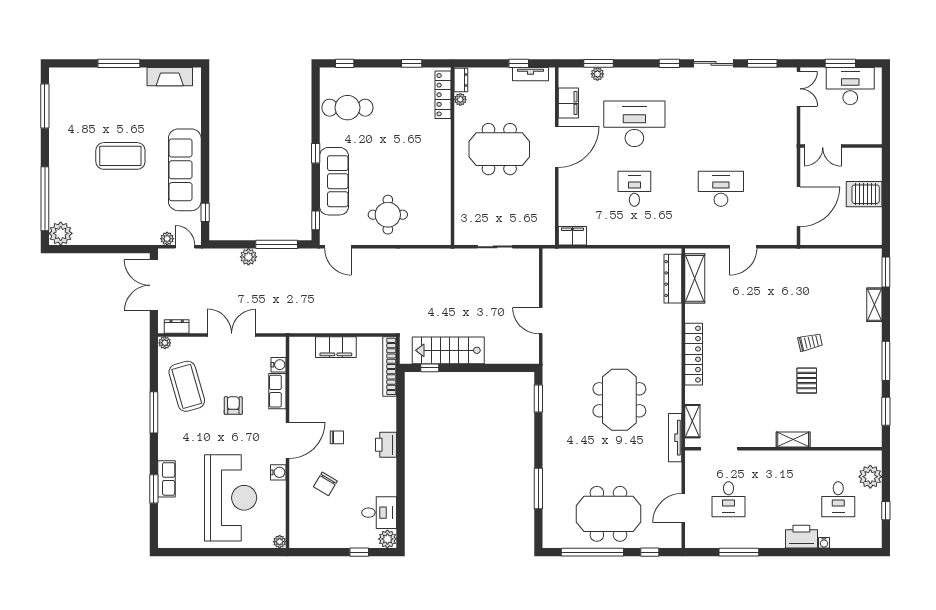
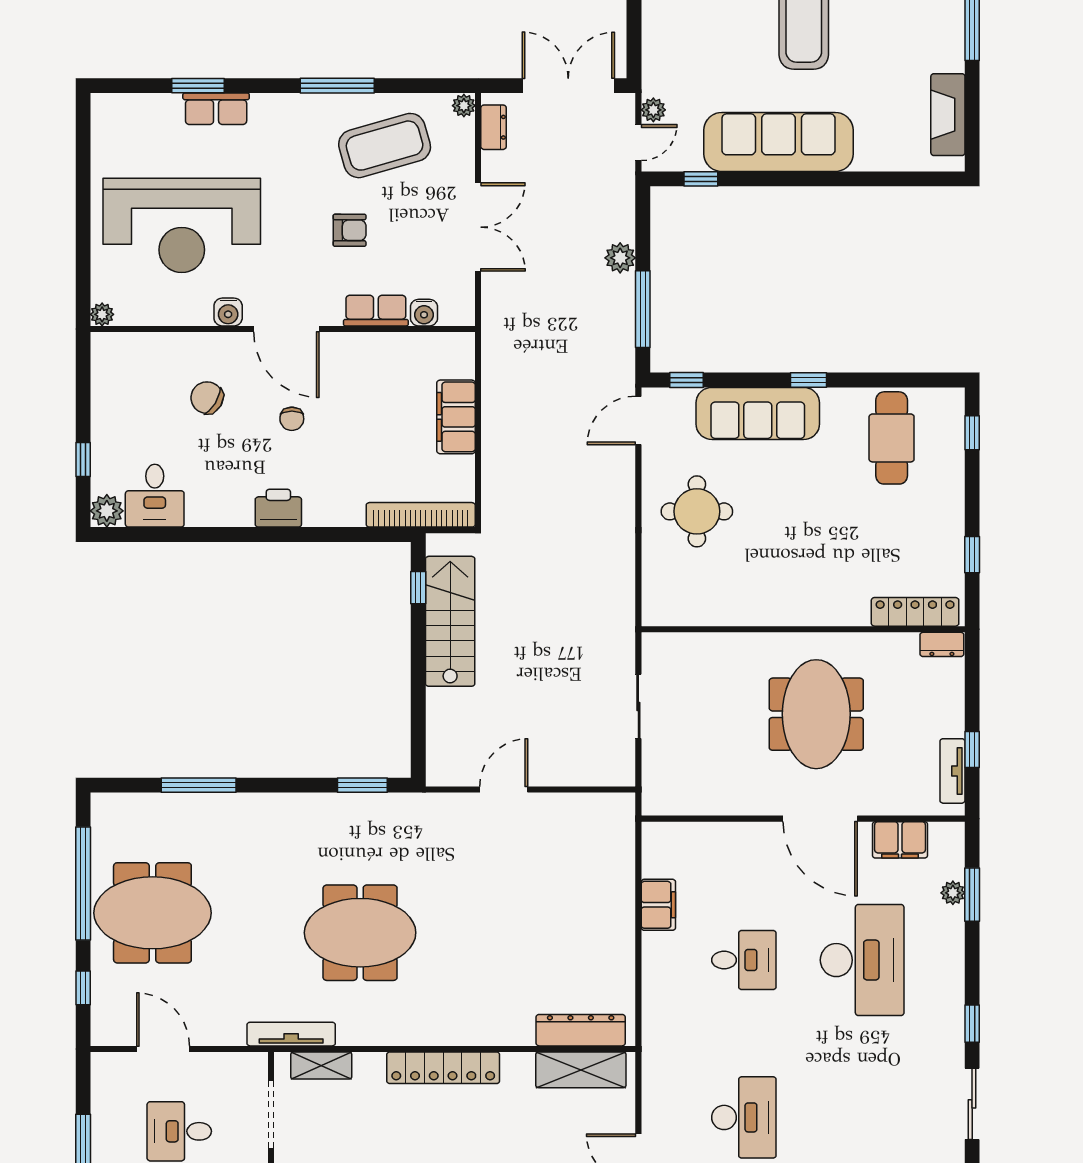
plant: (460, 99) -> (907, 643), removed
filing cabinet: (572, 236) -> (658, 905), moved
meeting table: (608, 514) -> (152, 913), turned 90

